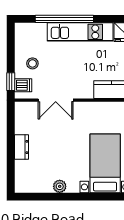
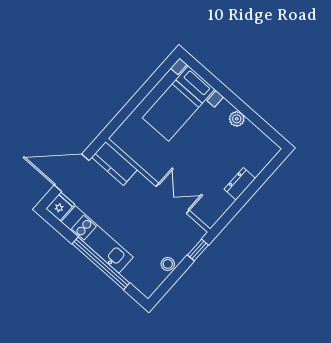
stool: (32, 63) -> (168, 264), moved
dishwasher: (23, 85) -> (190, 237), removed

